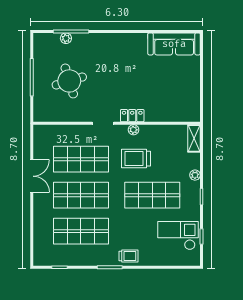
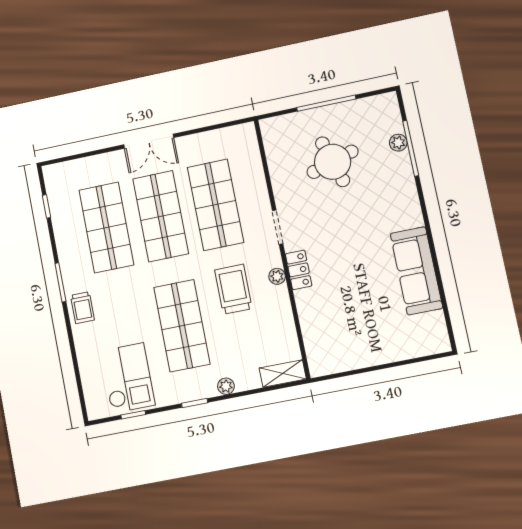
sofa: (174, 44) -> (416, 271), moved
double door: (32, 176) -> (149, 141), moved

